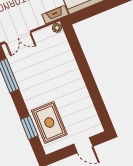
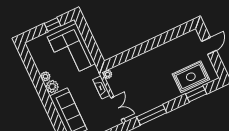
fireplace: (55, 15) -> (101, 87), moved

